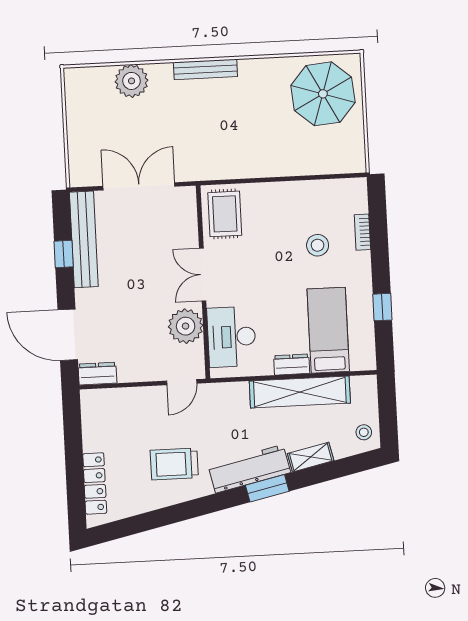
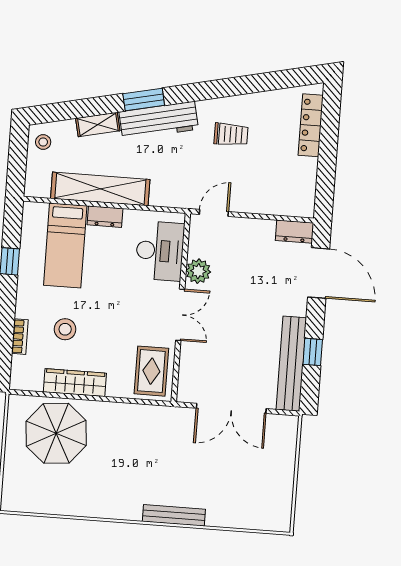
bench: (205, 69) -> (174, 515), moved
plant: (132, 81) -> (226, 512), removed
parasol: (323, 94) -> (56, 433), moved
wardrobe: (301, 192) -> (75, 383), added
plant: (186, 326) -> (198, 271), width x0.73, depth x0.73
trolley: (174, 464) -> (231, 134), width x0.73, depth x0.72

